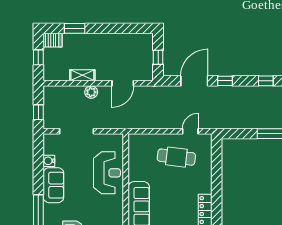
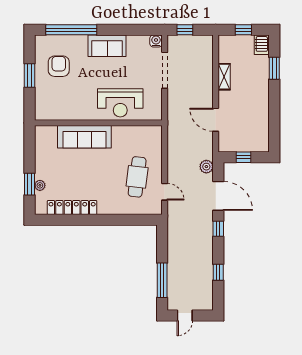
plant: (91, 92) -> (206, 167), moved
water cooler: (49, 161) -> (156, 41), moved

